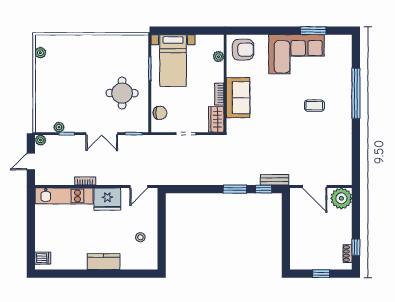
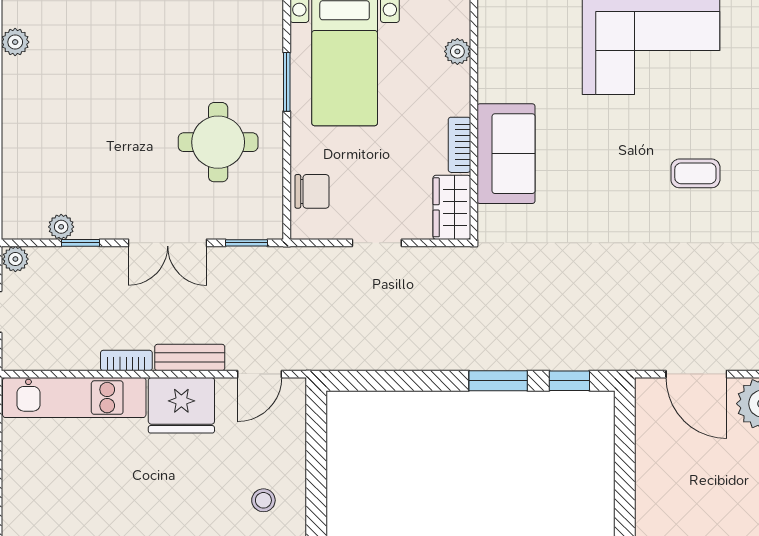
armchair: (243, 50) -> (518, 34), removed
bench: (275, 180) -> (190, 357), moved

